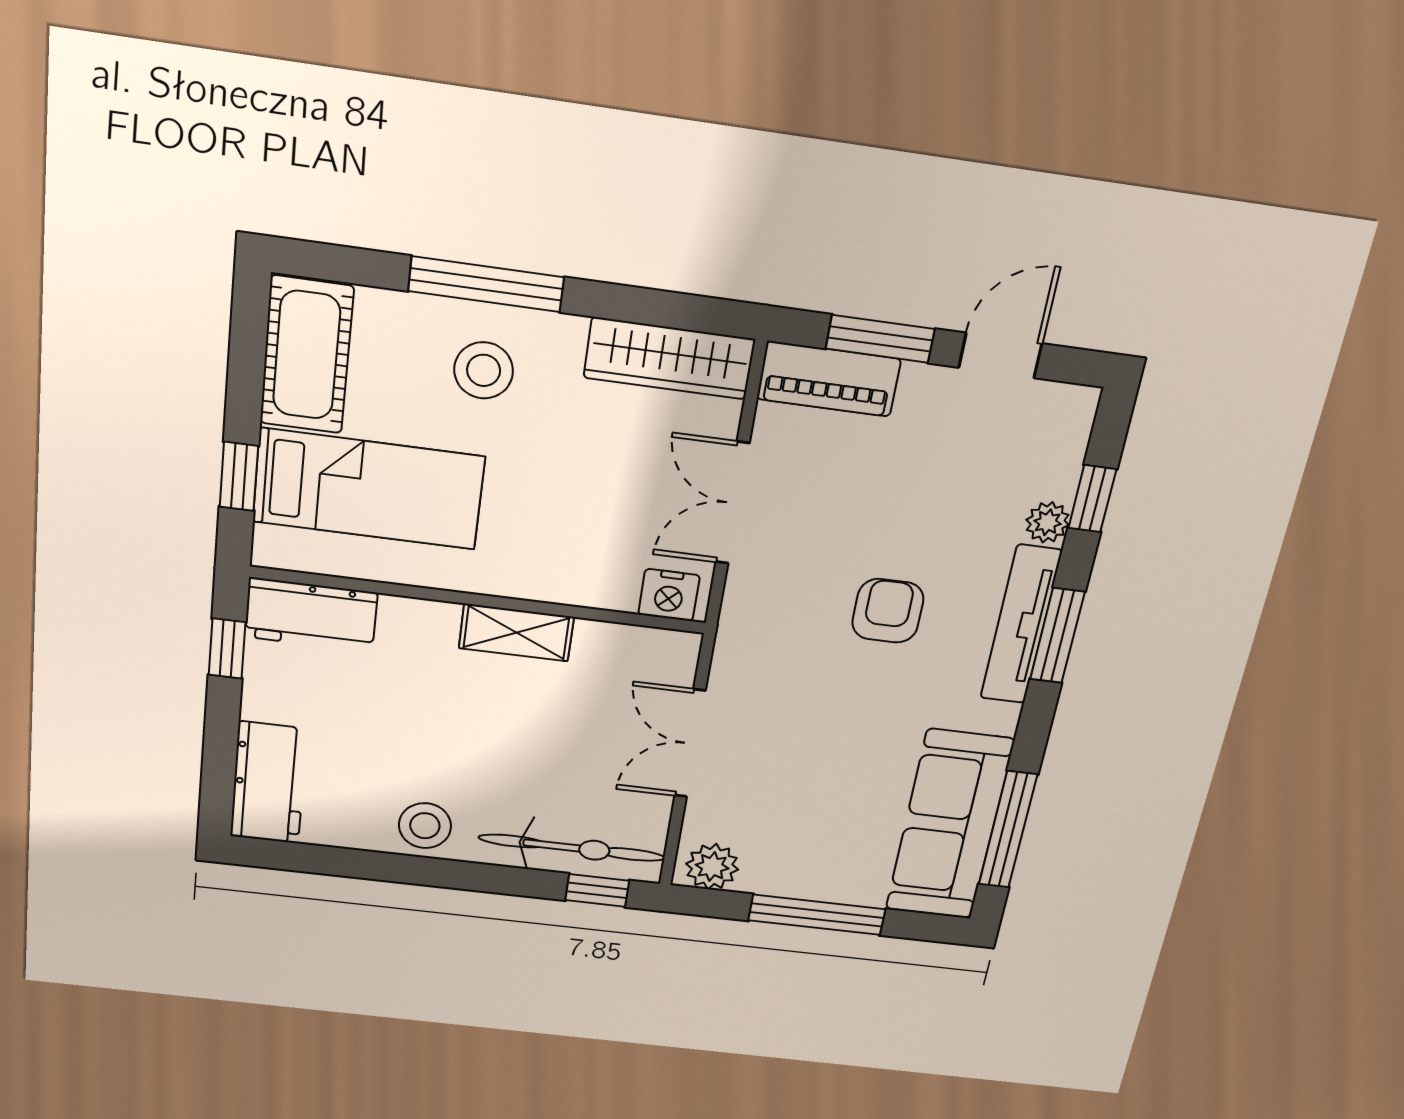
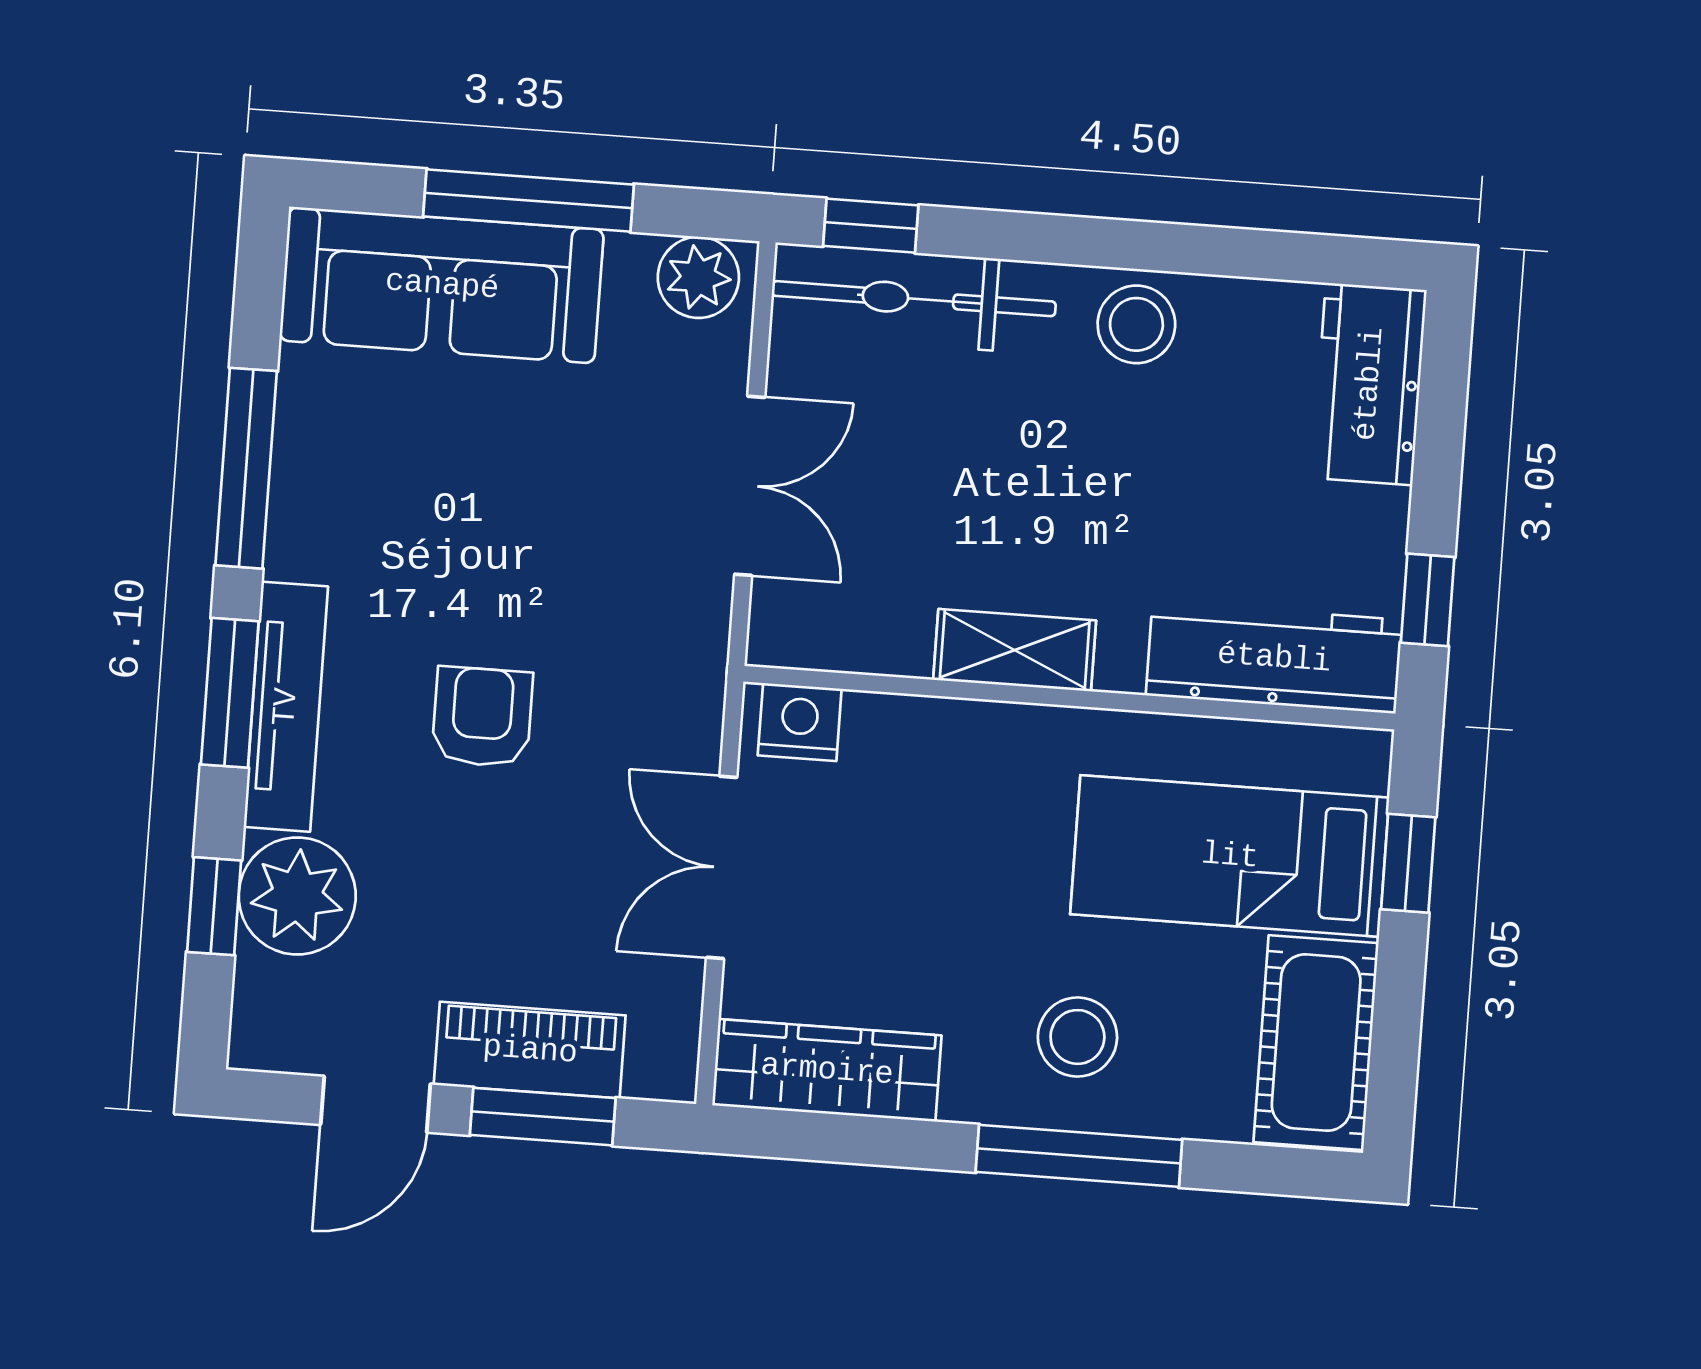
piano: (829, 379) -> (530, 1050), moved
double door: (732, 503) -> (722, 867), swing flipped
plant: (1048, 522) -> (297, 896), width x1.87, depth x1.87
armchair: (888, 611) -> (482, 717), turned 180
workbench: (311, 615) -> (1274, 658), width x1.38
sofa: (949, 825) -> (442, 285), moved, turned 90
window: (1008, 830) -> (246, 468), moved

